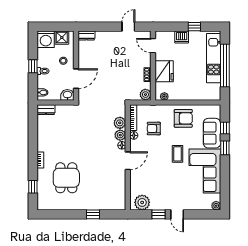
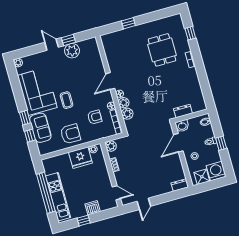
fridge: (164, 71) -> (80, 158), moved, turned -90
dresser: (46, 110) -> (183, 111), moved
armchair: (183, 118) -> (70, 134), turned 180
plant: (142, 202) -> (72, 51), moved

